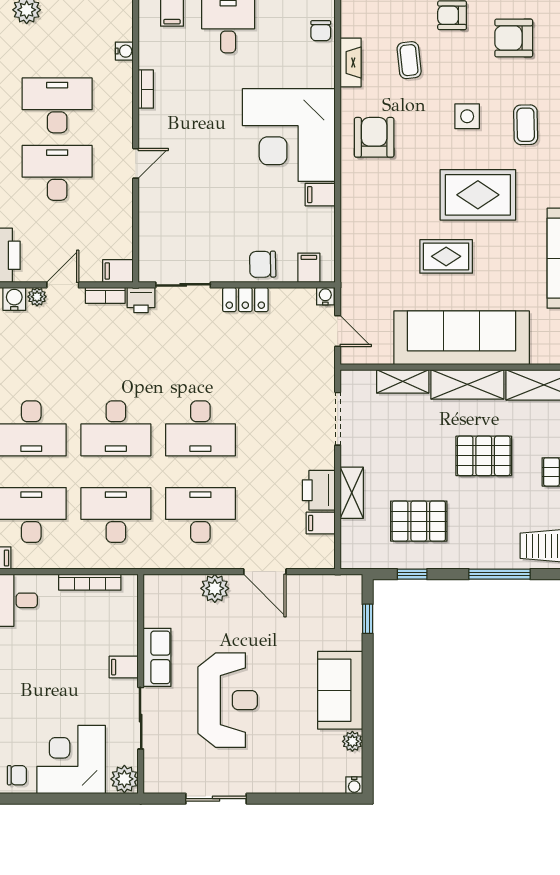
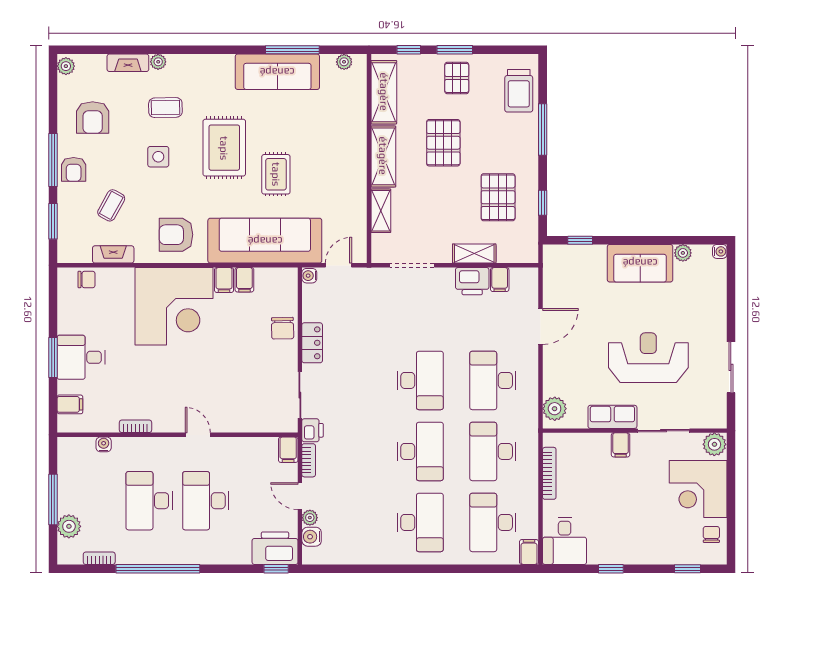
coffee table: (409, 60) -> (111, 205), turned -55
filing cabinet: (309, 268) -> (244, 280), moved, turned -90
sofa: (462, 338) -> (265, 241), moved, turned 90
plant: (215, 588) -> (555, 409), moved

